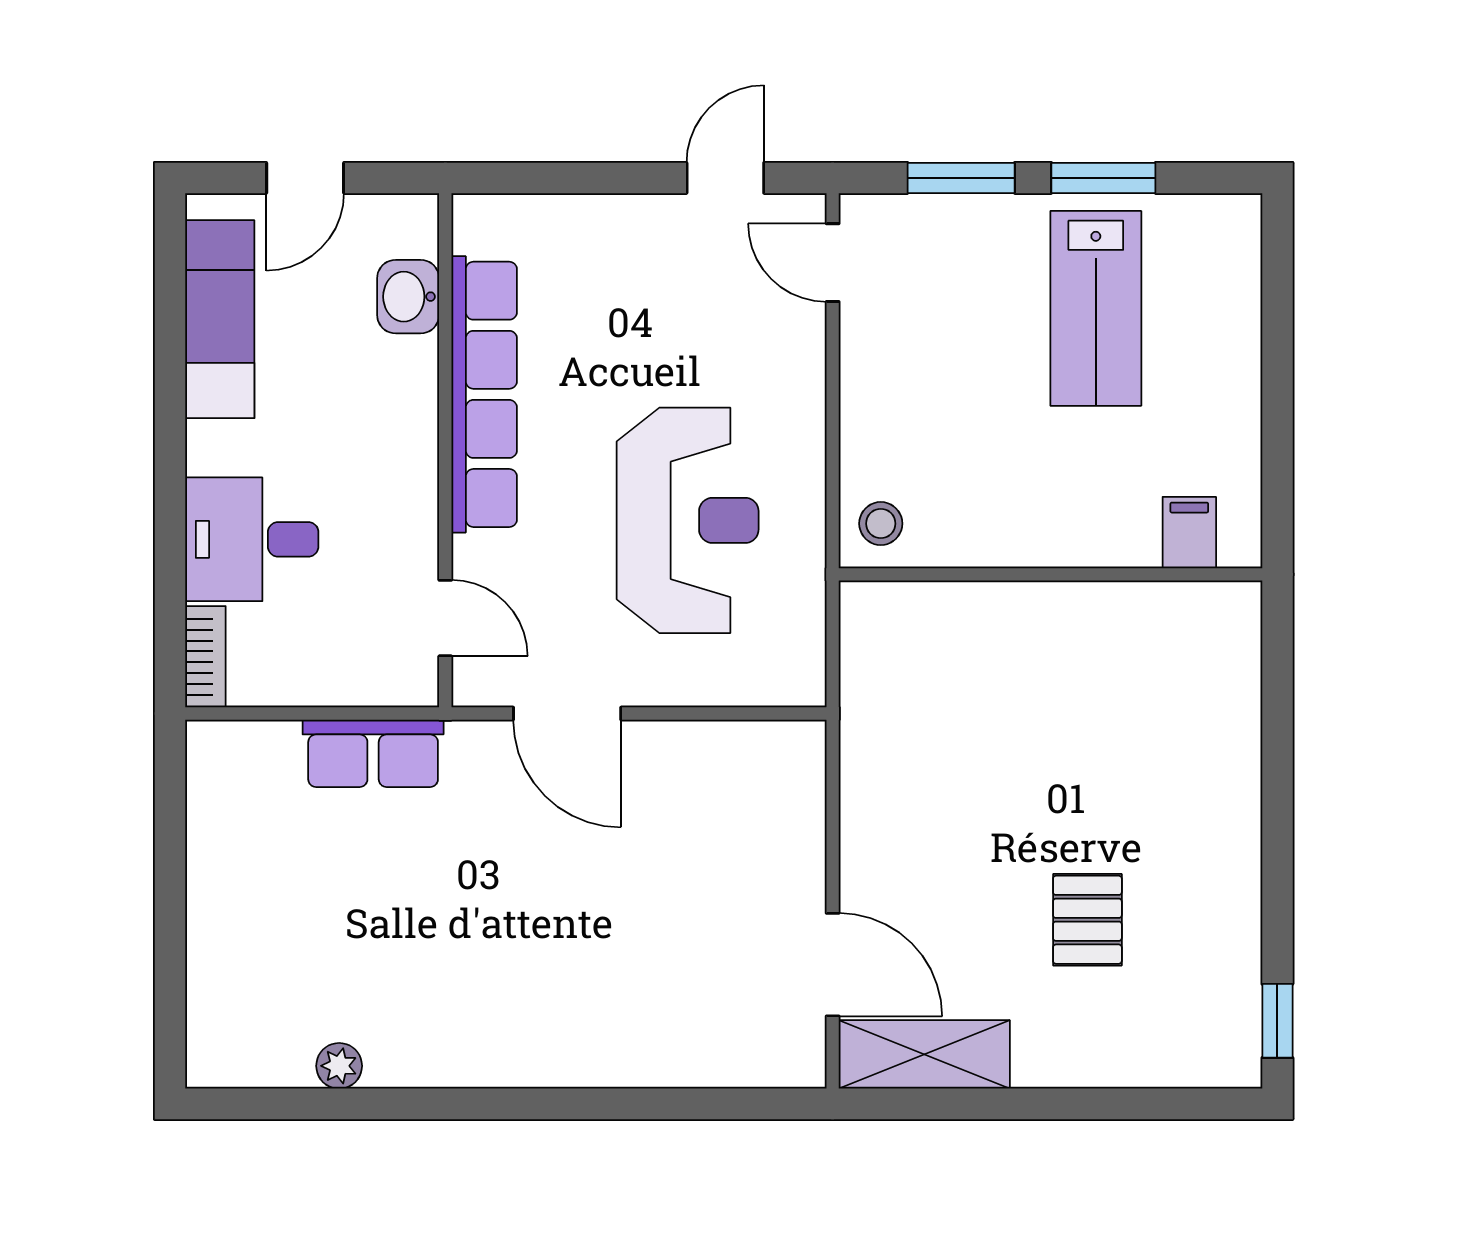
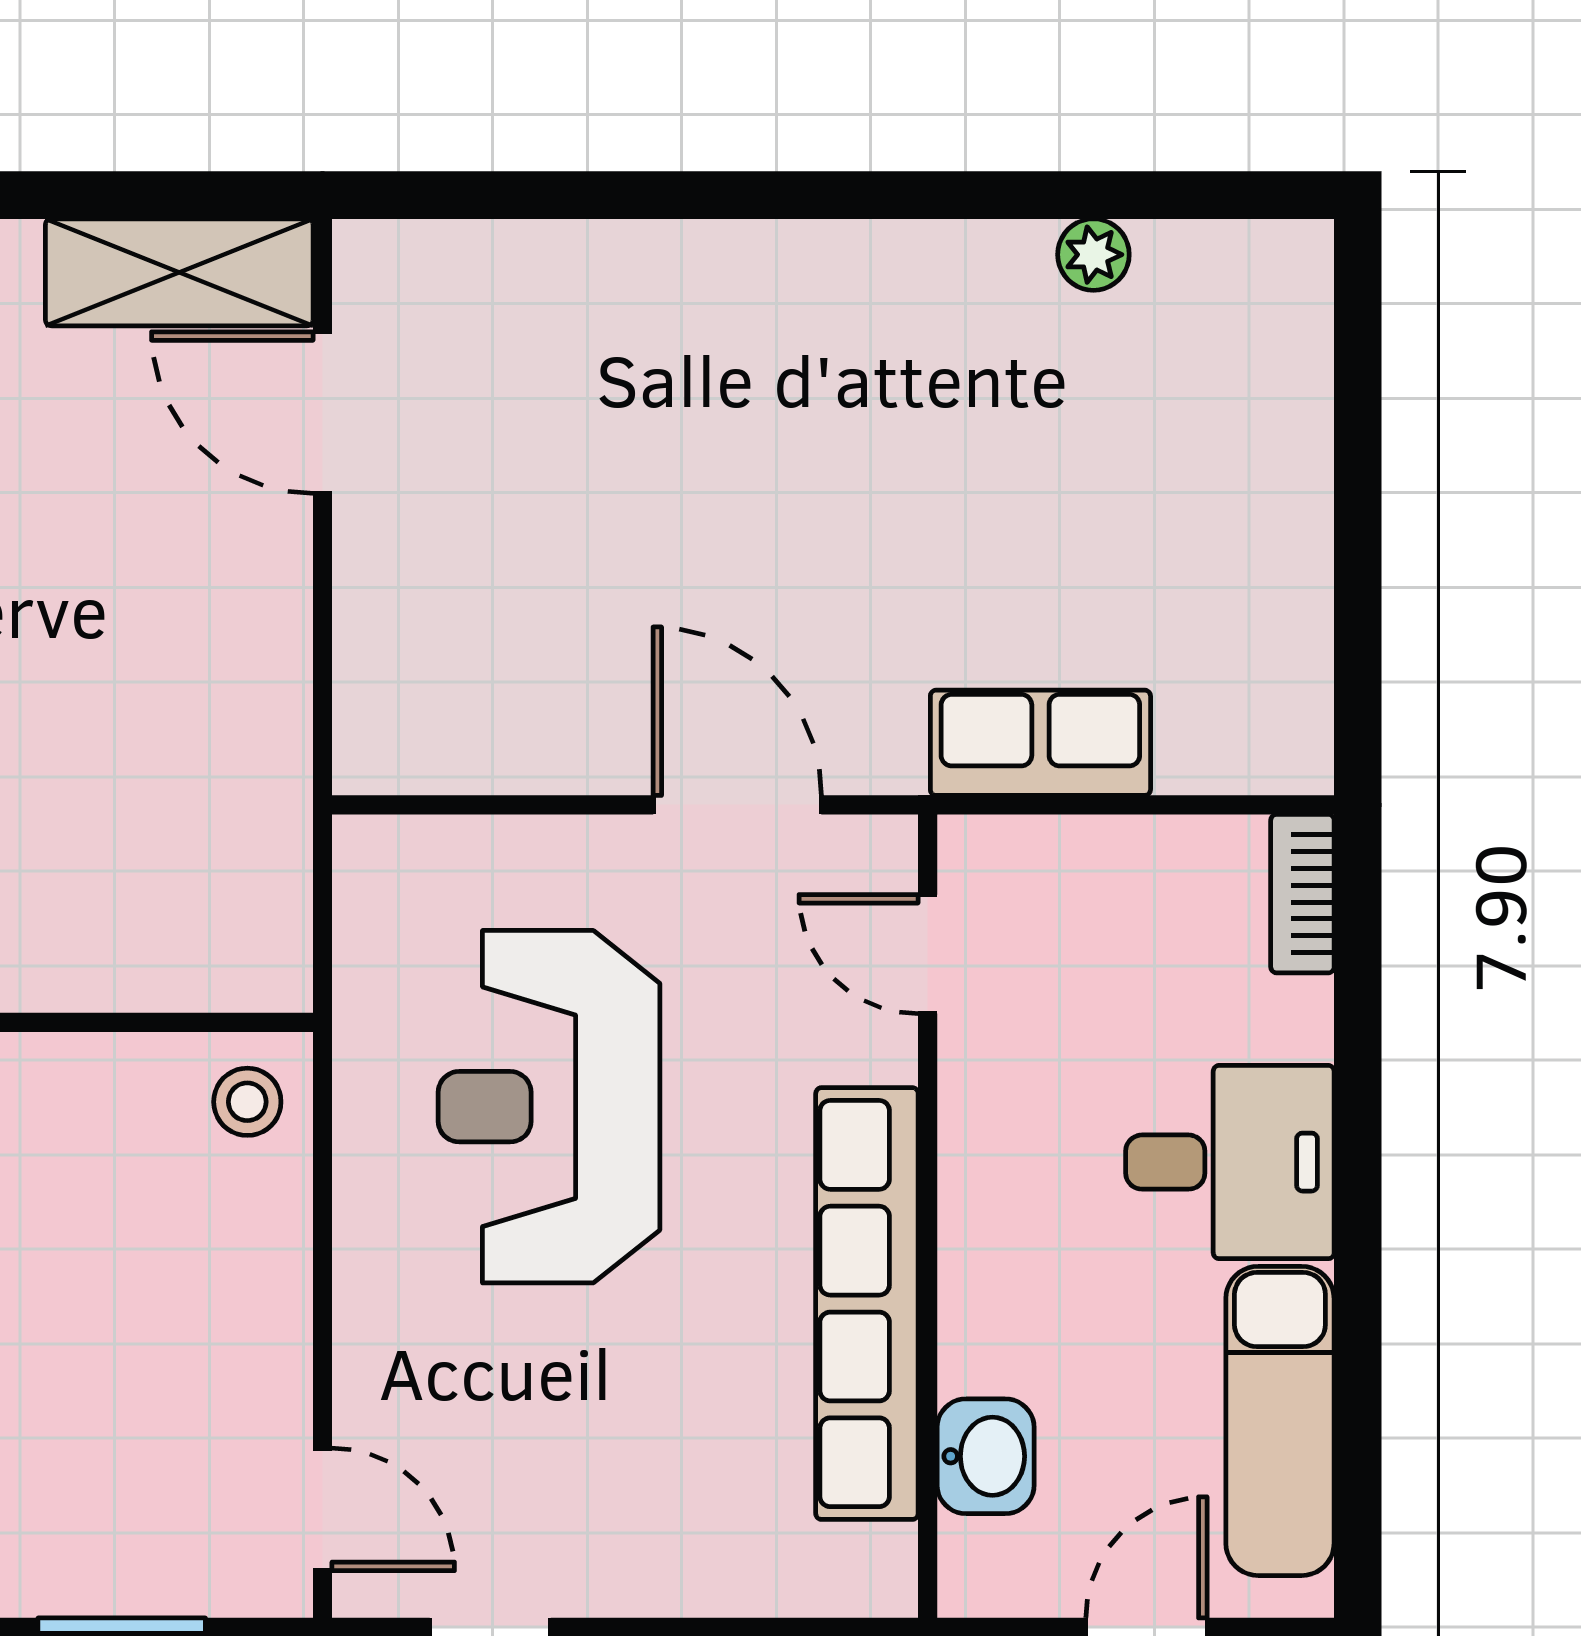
desk: (252, 539) -> (1230, 1162), moved

